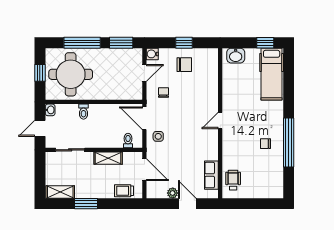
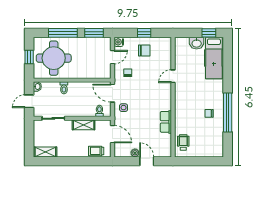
washbasin: (236, 56) -> (197, 43), moved
door: (220, 121) -> (173, 76), moved
row of seats: (211, 175) -> (166, 122), moved
window: (86, 204) -> (66, 161), removed

